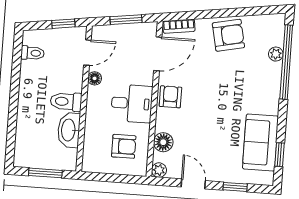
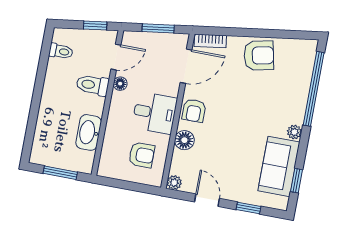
plant: (276, 54) -> (294, 132), moved
armchair: (170, 97) -> (194, 111), turned 180
toilet: (66, 102) -> (92, 85), moved
floor lamp: (163, 142) -> (184, 140), moved

